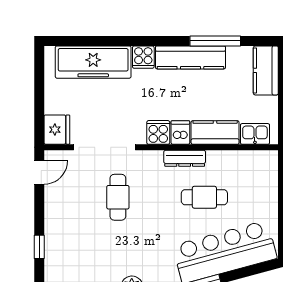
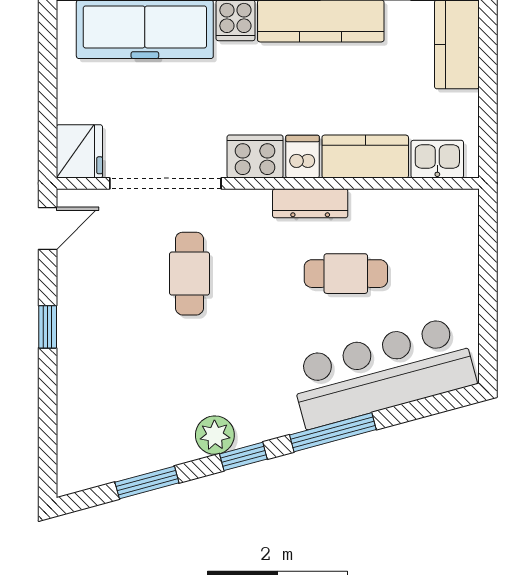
cooker: (158, 132) -> (255, 157), width x1.36
window: (39, 247) -> (48, 327), moved

